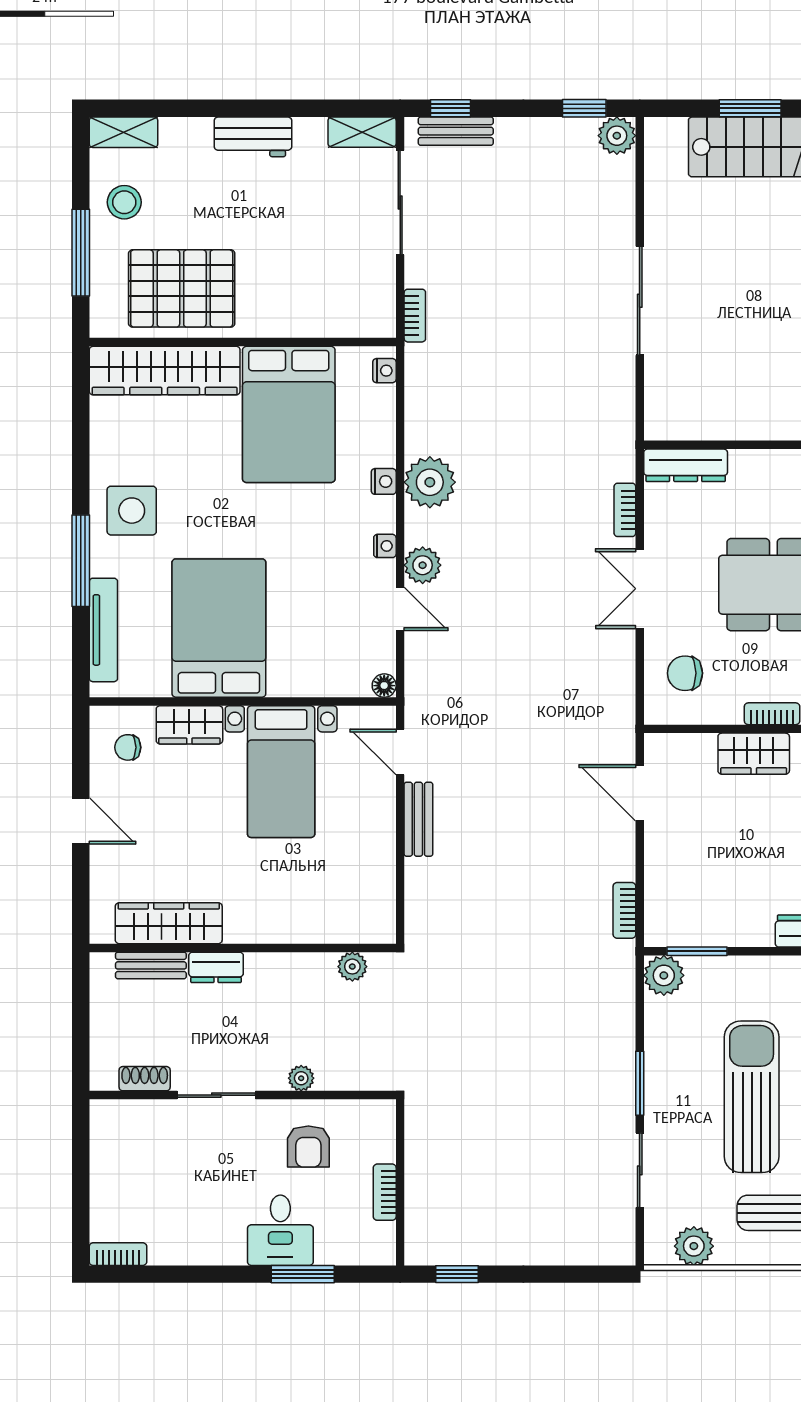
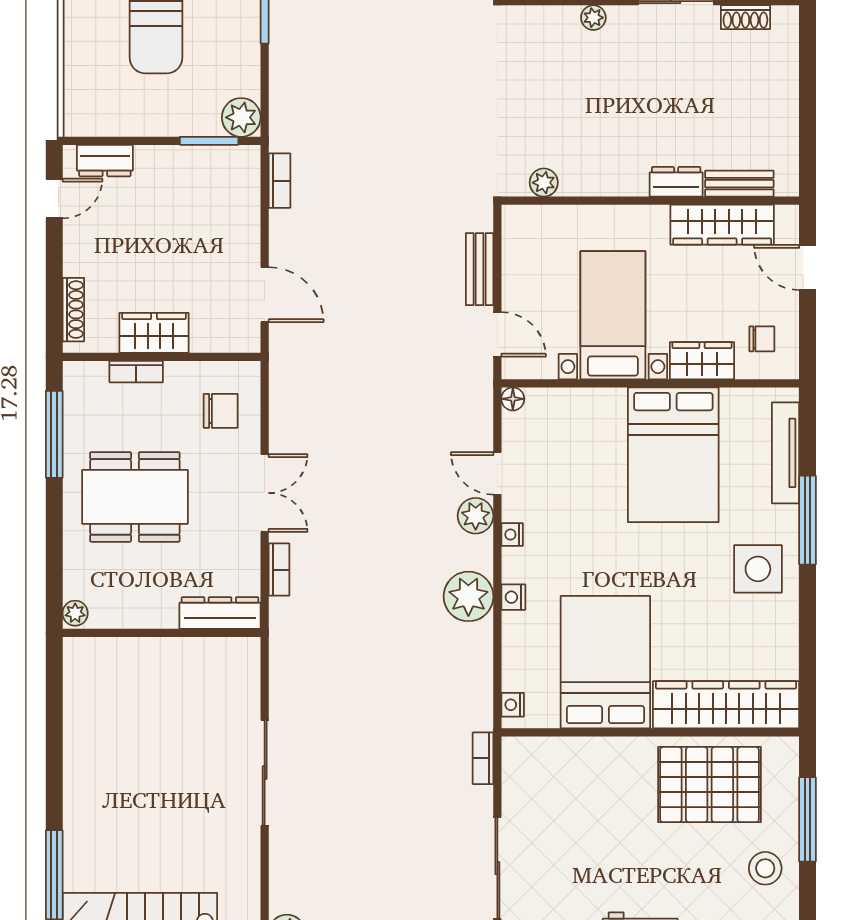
wardrobe: (169, 923) -> (722, 225), moved
wall: (243, 948) -> (650, 201), moved
bench: (151, 965) -> (739, 184), moved
dresser: (216, 967) -> (676, 182), moved
plant: (352, 967) -> (544, 183), moved

